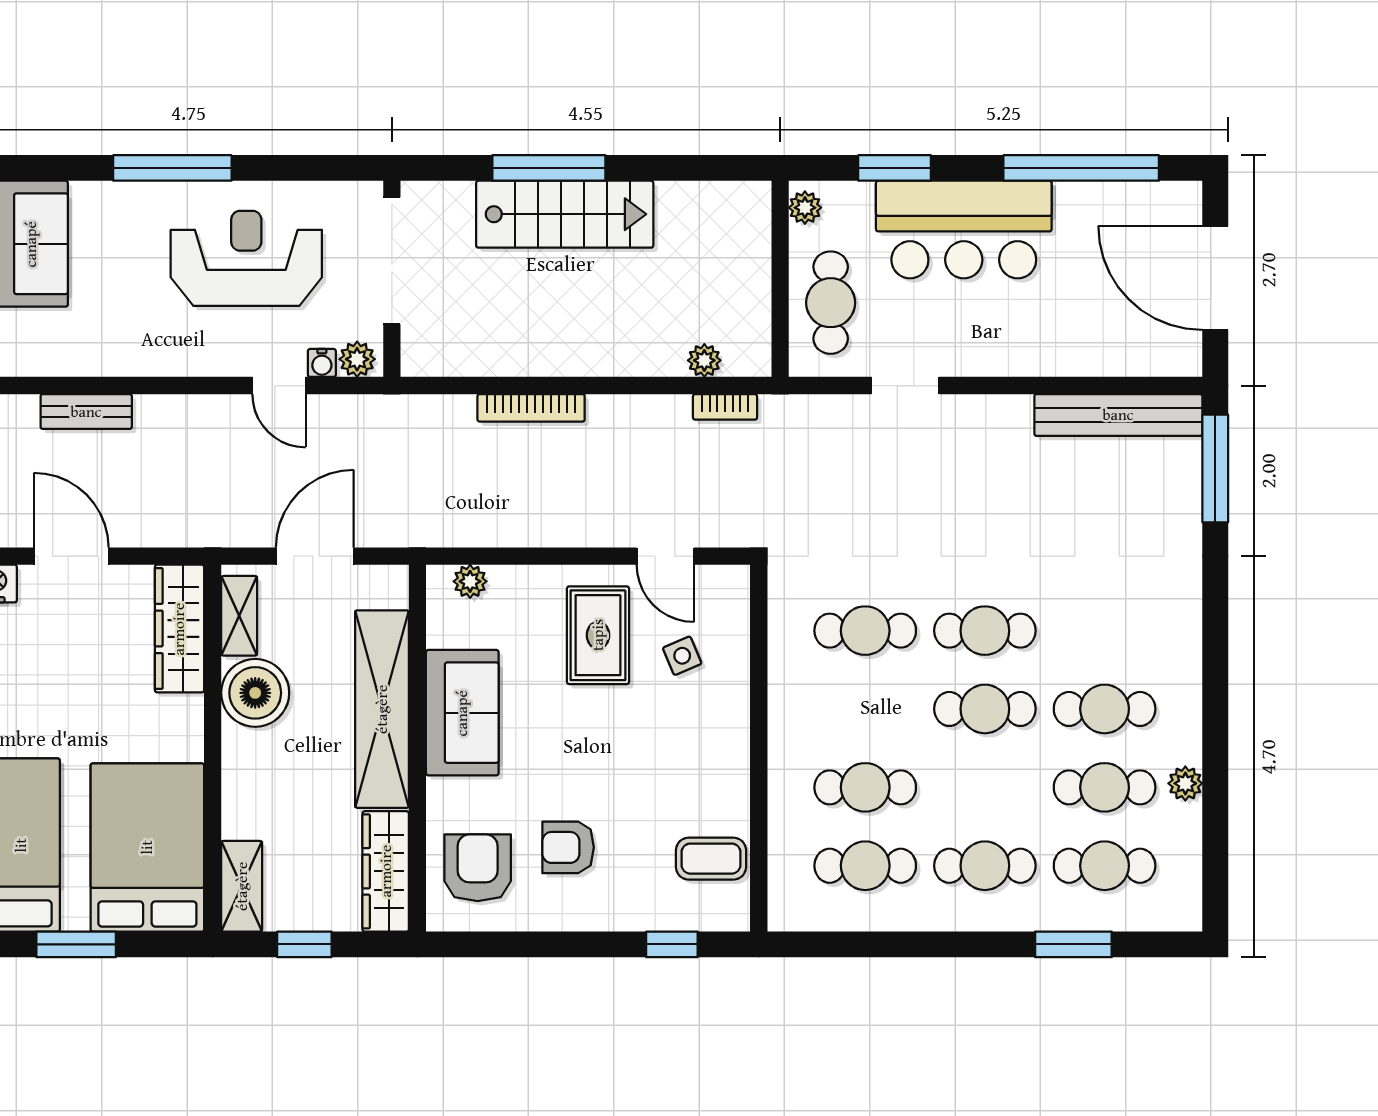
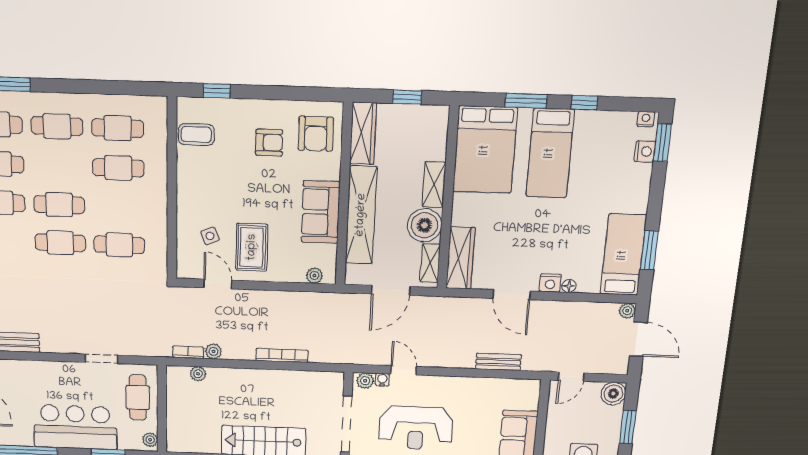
plant: (673, 411) -> (213, 351), added
shelving: (242, 886) -> (434, 184), moved

